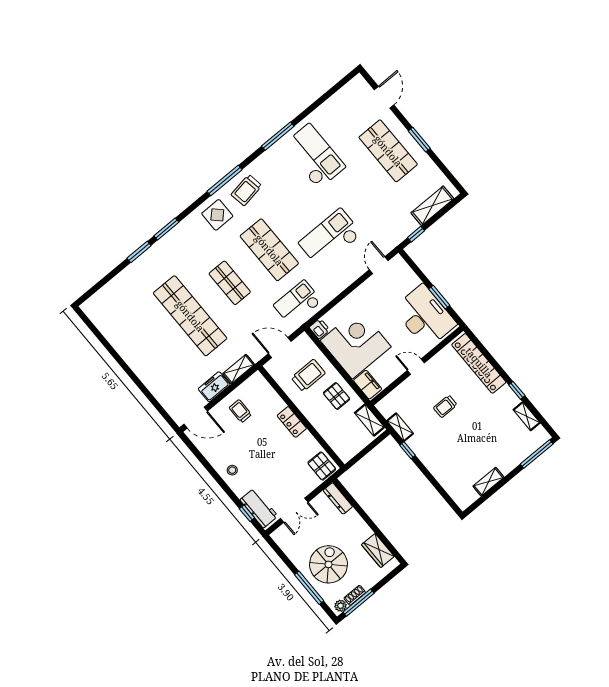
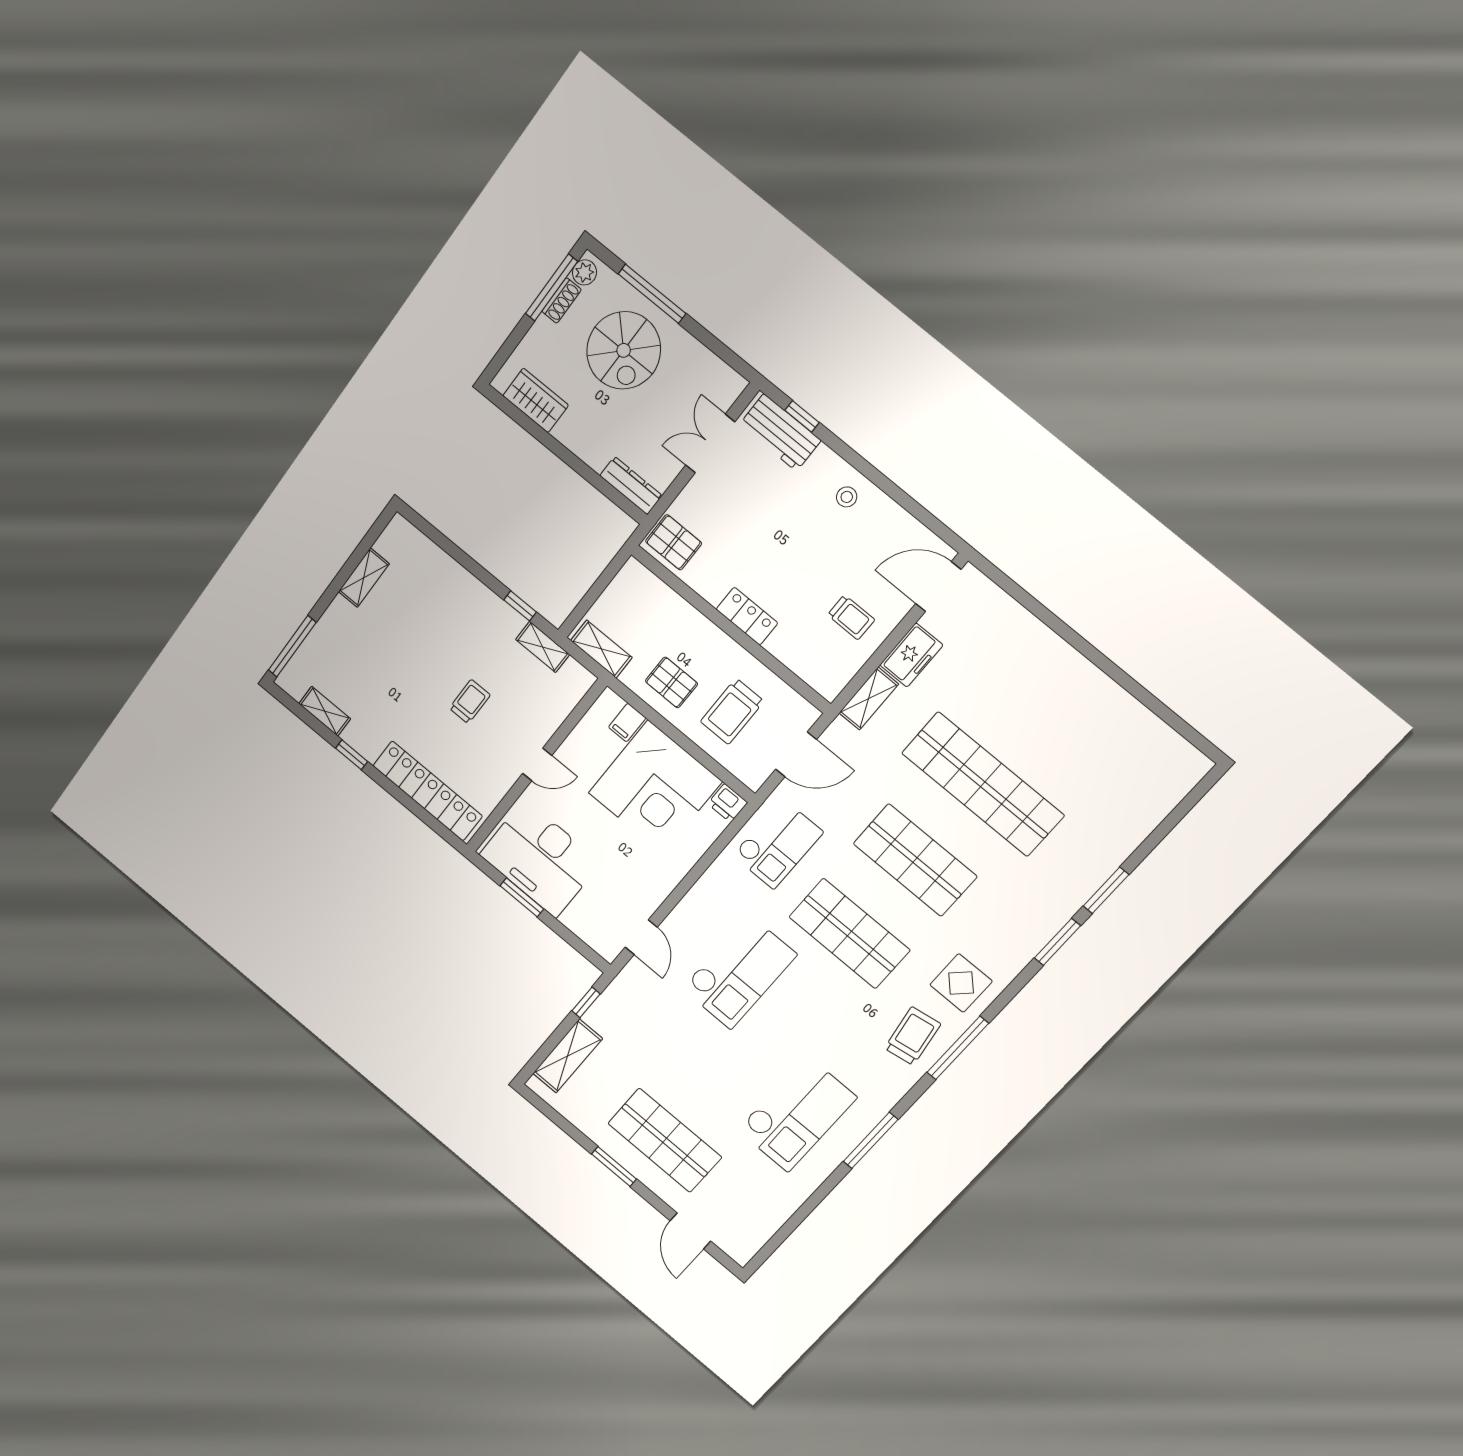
checkout: (314, 156) -> (797, 1114), turned -90
shop shelf: (230, 283) -> (915, 860), width x1.43, depth x1.36
filing cabinet: (368, 385) -> (627, 723), width x0.50

